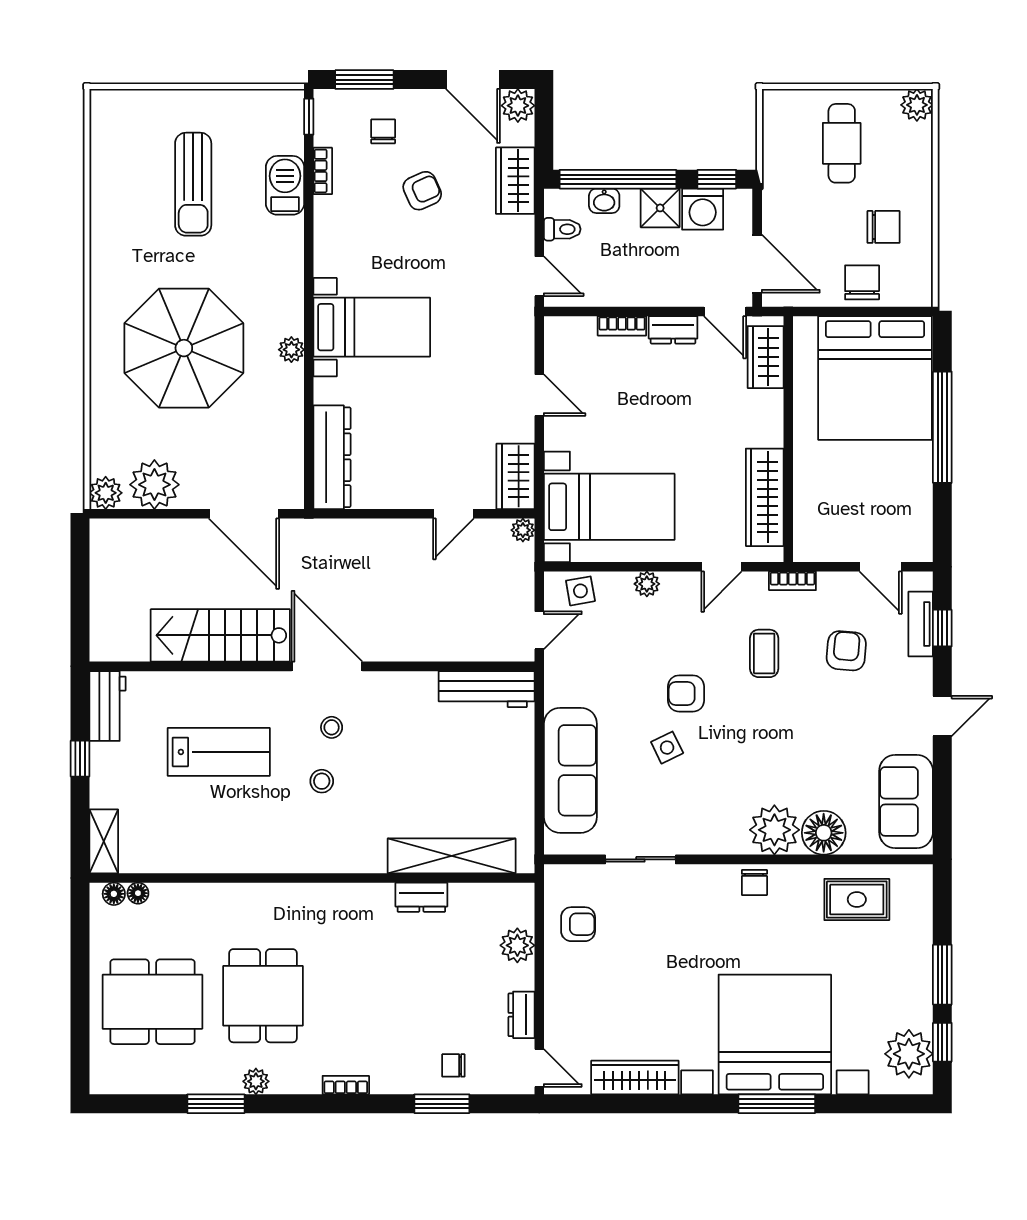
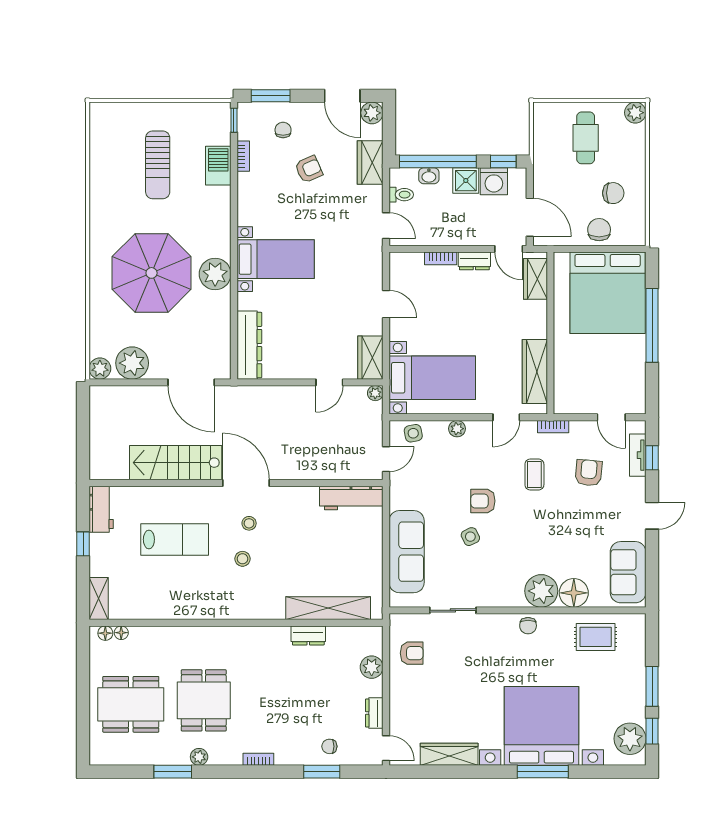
plant: (291, 350) -> (215, 274), width x1.87, depth x1.87

